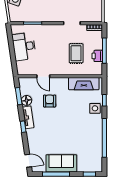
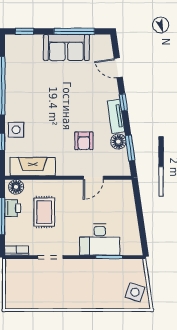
desk: (24, 46) -> (100, 240), moved, turned 98
floor lamp: (95, 70) -> (16, 187), added
door: (43, 76) -> (93, 178), swing flipped
door: (28, 161) -> (118, 68), moved

